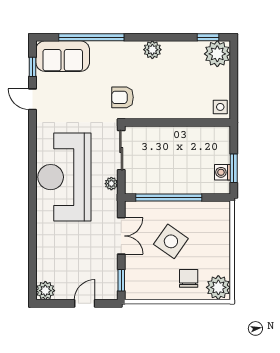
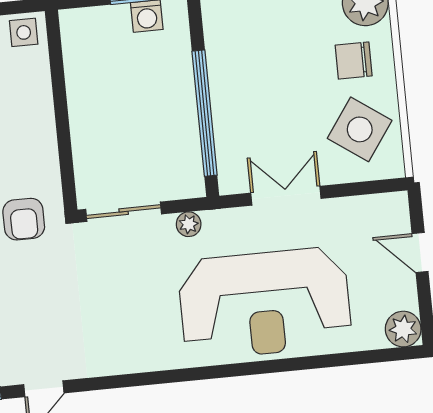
reception desk: (64, 177) -> (265, 303), moved
side table: (171, 241) -> (360, 129), moved
window: (121, 280) -> (370, 187), removed

